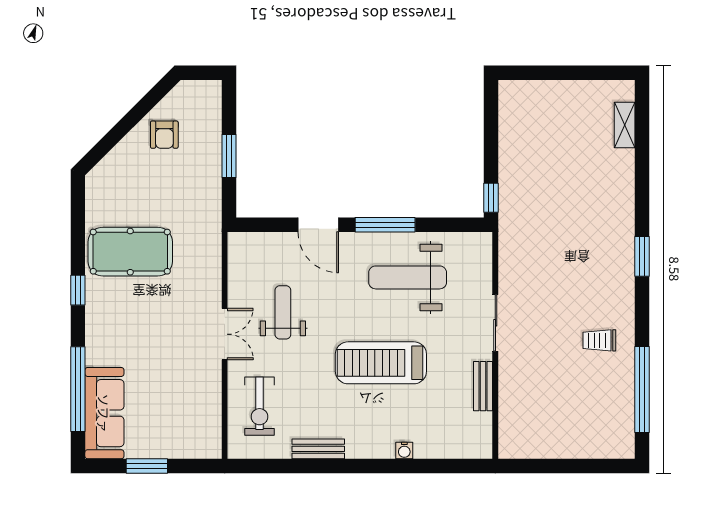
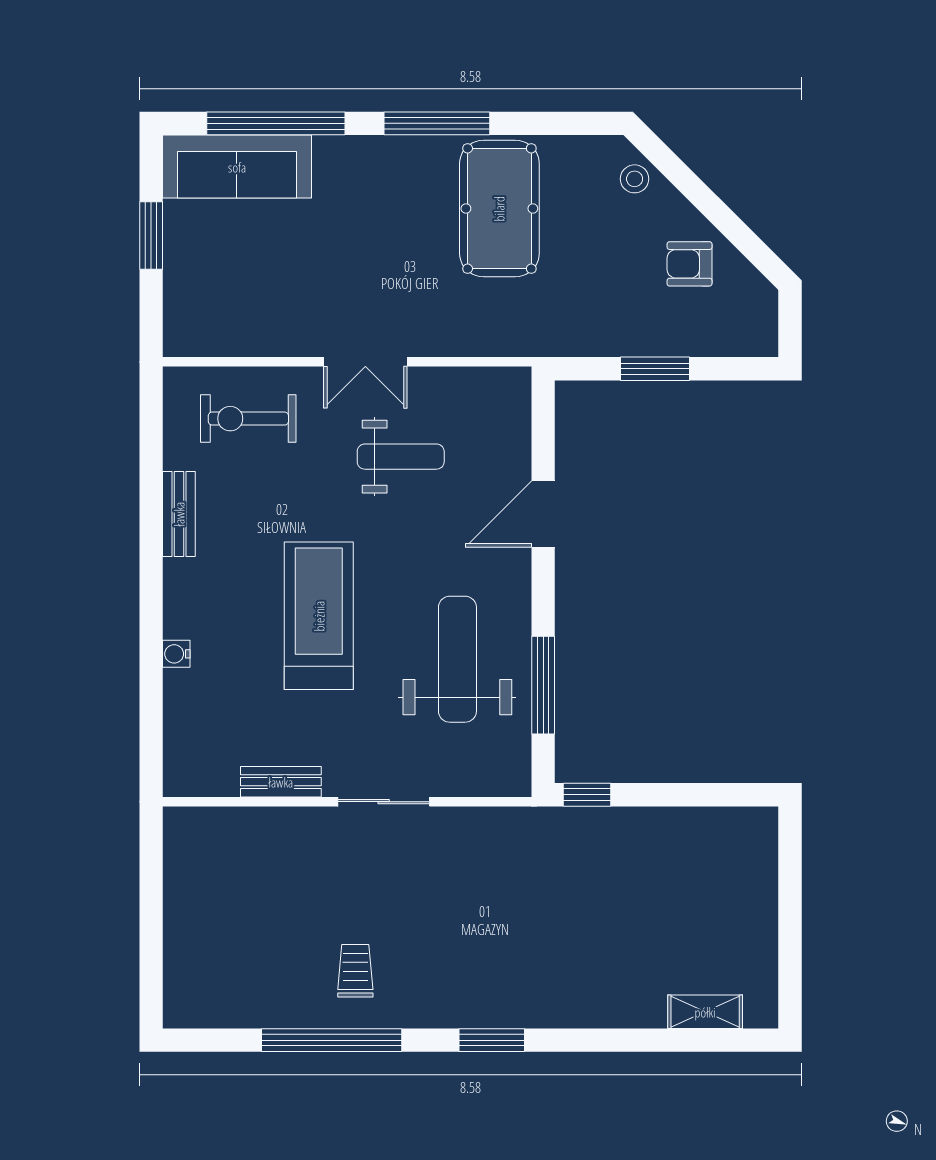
stool: (112, 168) -> (635, 179), added
window: (385, 225) -> (543, 685), moved
window: (78, 290) -> (437, 123), width x2.17
window: (642, 389) -> (332, 1040), moved

